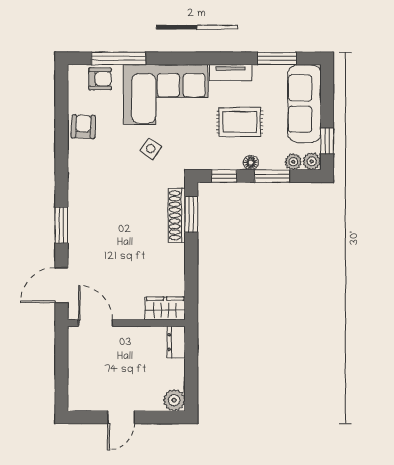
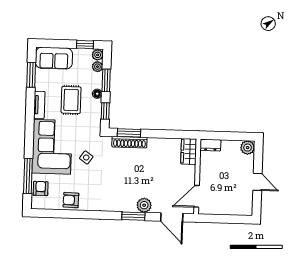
sofa: (304, 104) -> (54, 58), width x0.73
plant: (79, 241) -> (144, 205), added

